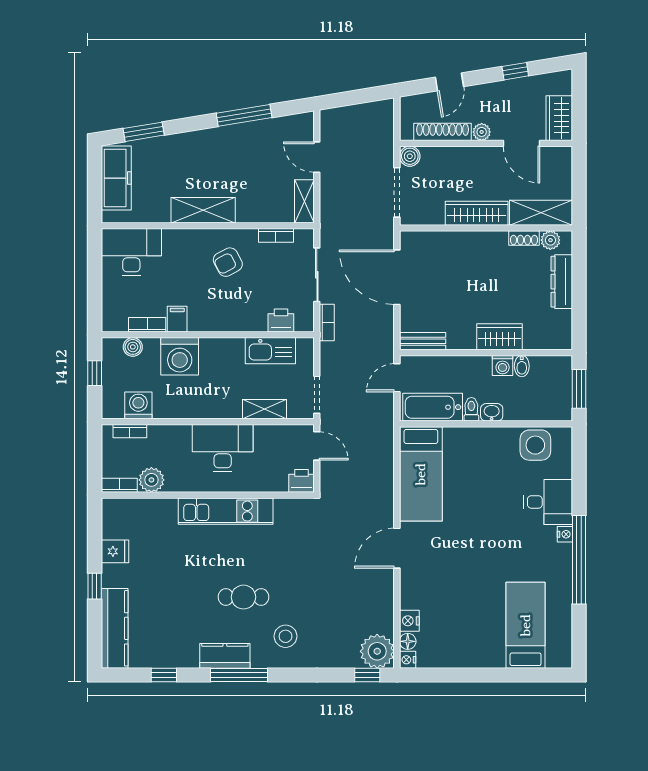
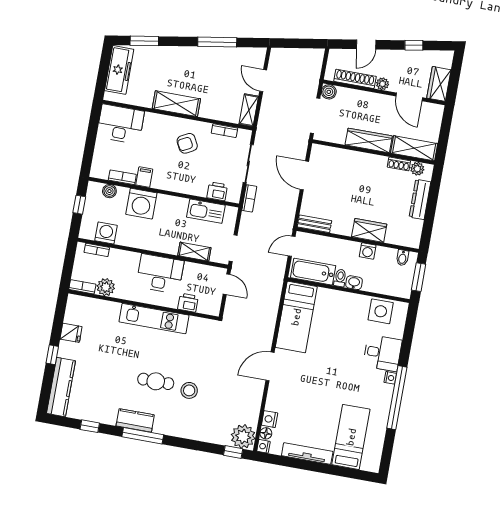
door: (397, 277) -> (304, 175), width x0.73
bidet: (522, 366) -> (402, 258), moved
printer: (301, 481) -> (188, 303), moved
stool: (286, 636) -> (189, 390), moved
tv unit: (470, 659) -> (307, 454), added

